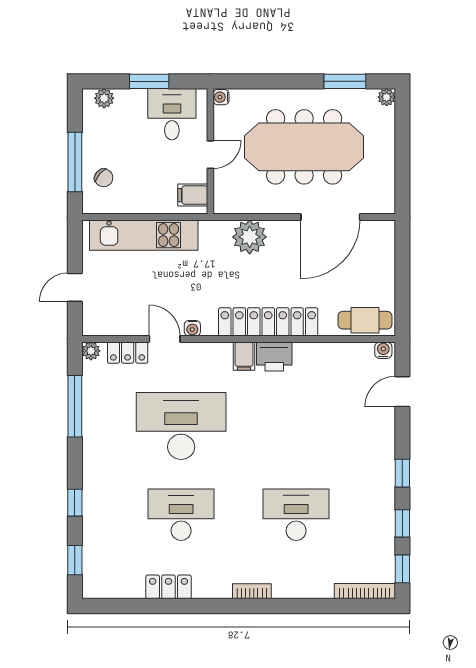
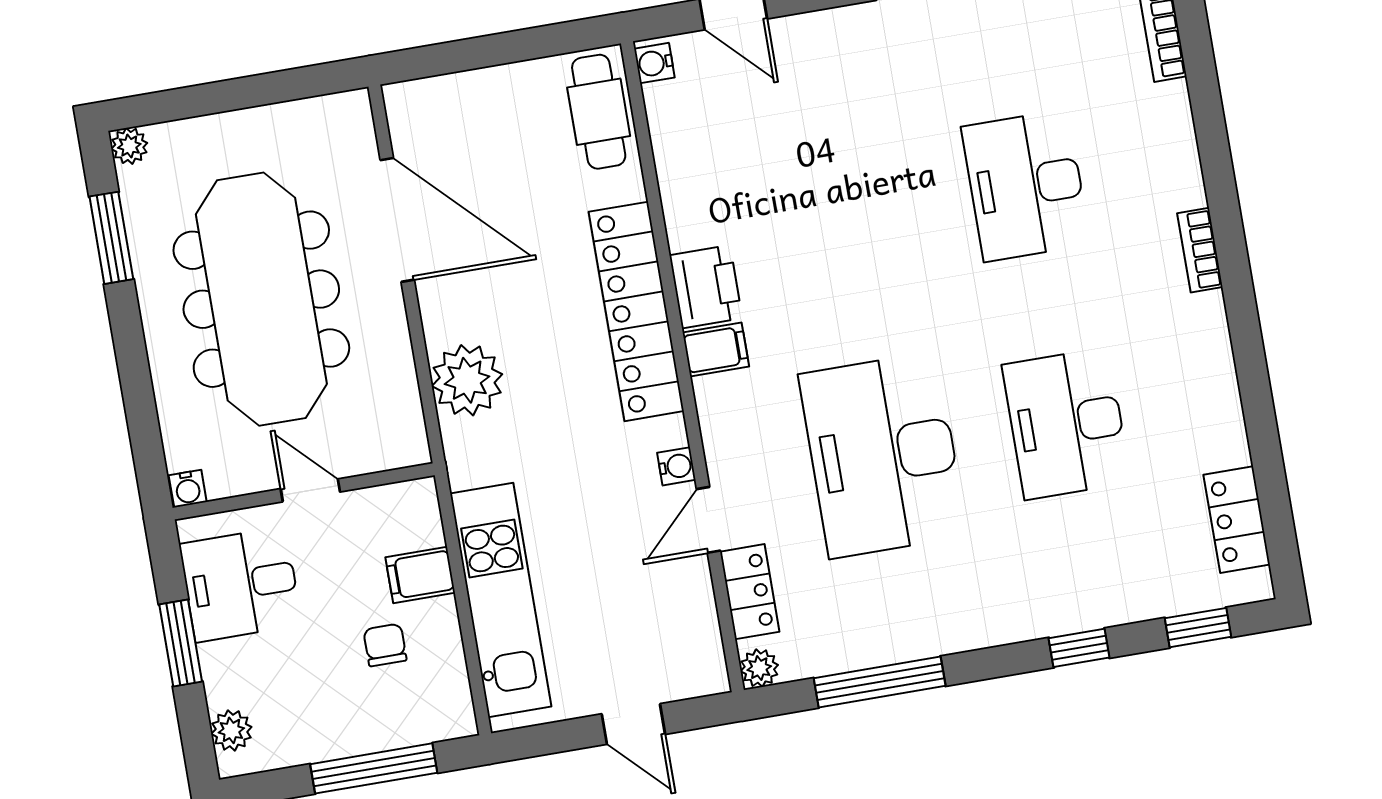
chair: (104, 178) -> (385, 645), moved, turned -40
filing cabinet: (193, 195) -> (420, 575), moved, turned 90
locker: (169, 587) -> (1237, 520), moved

